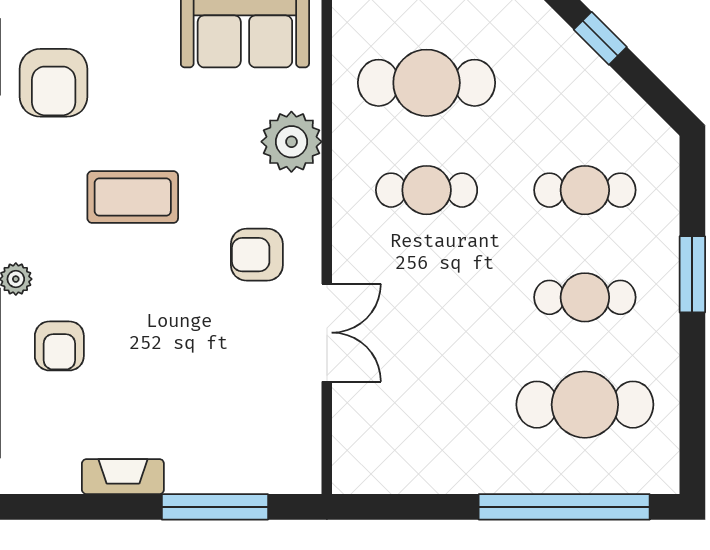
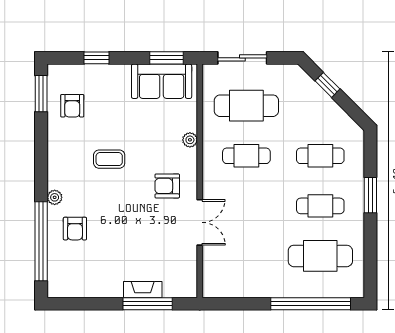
armchair: (54, 83) -> (72, 106), width x0.72, depth x0.72
plant: (291, 142) -> (190, 140), width x0.53, depth x0.53
coffee table: (133, 197) -> (109, 159), width x0.73, depth x0.77
fireplace: (123, 477) -> (143, 290), moved

